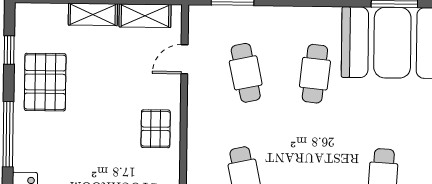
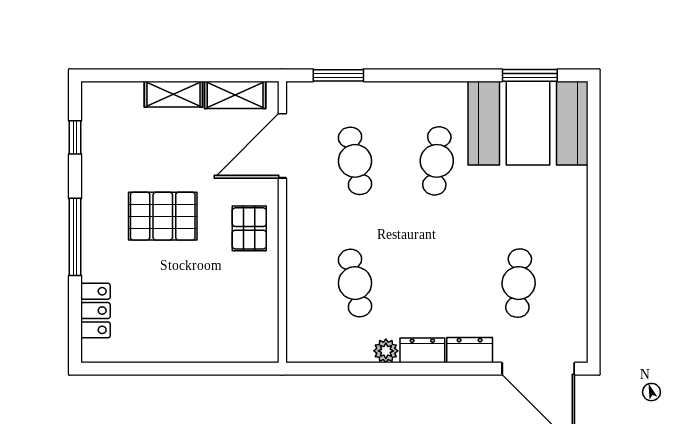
door: (184, 59) -> (282, 146), width x1.87
pallet: (45, 82) -> (163, 216), moved, turned 90

